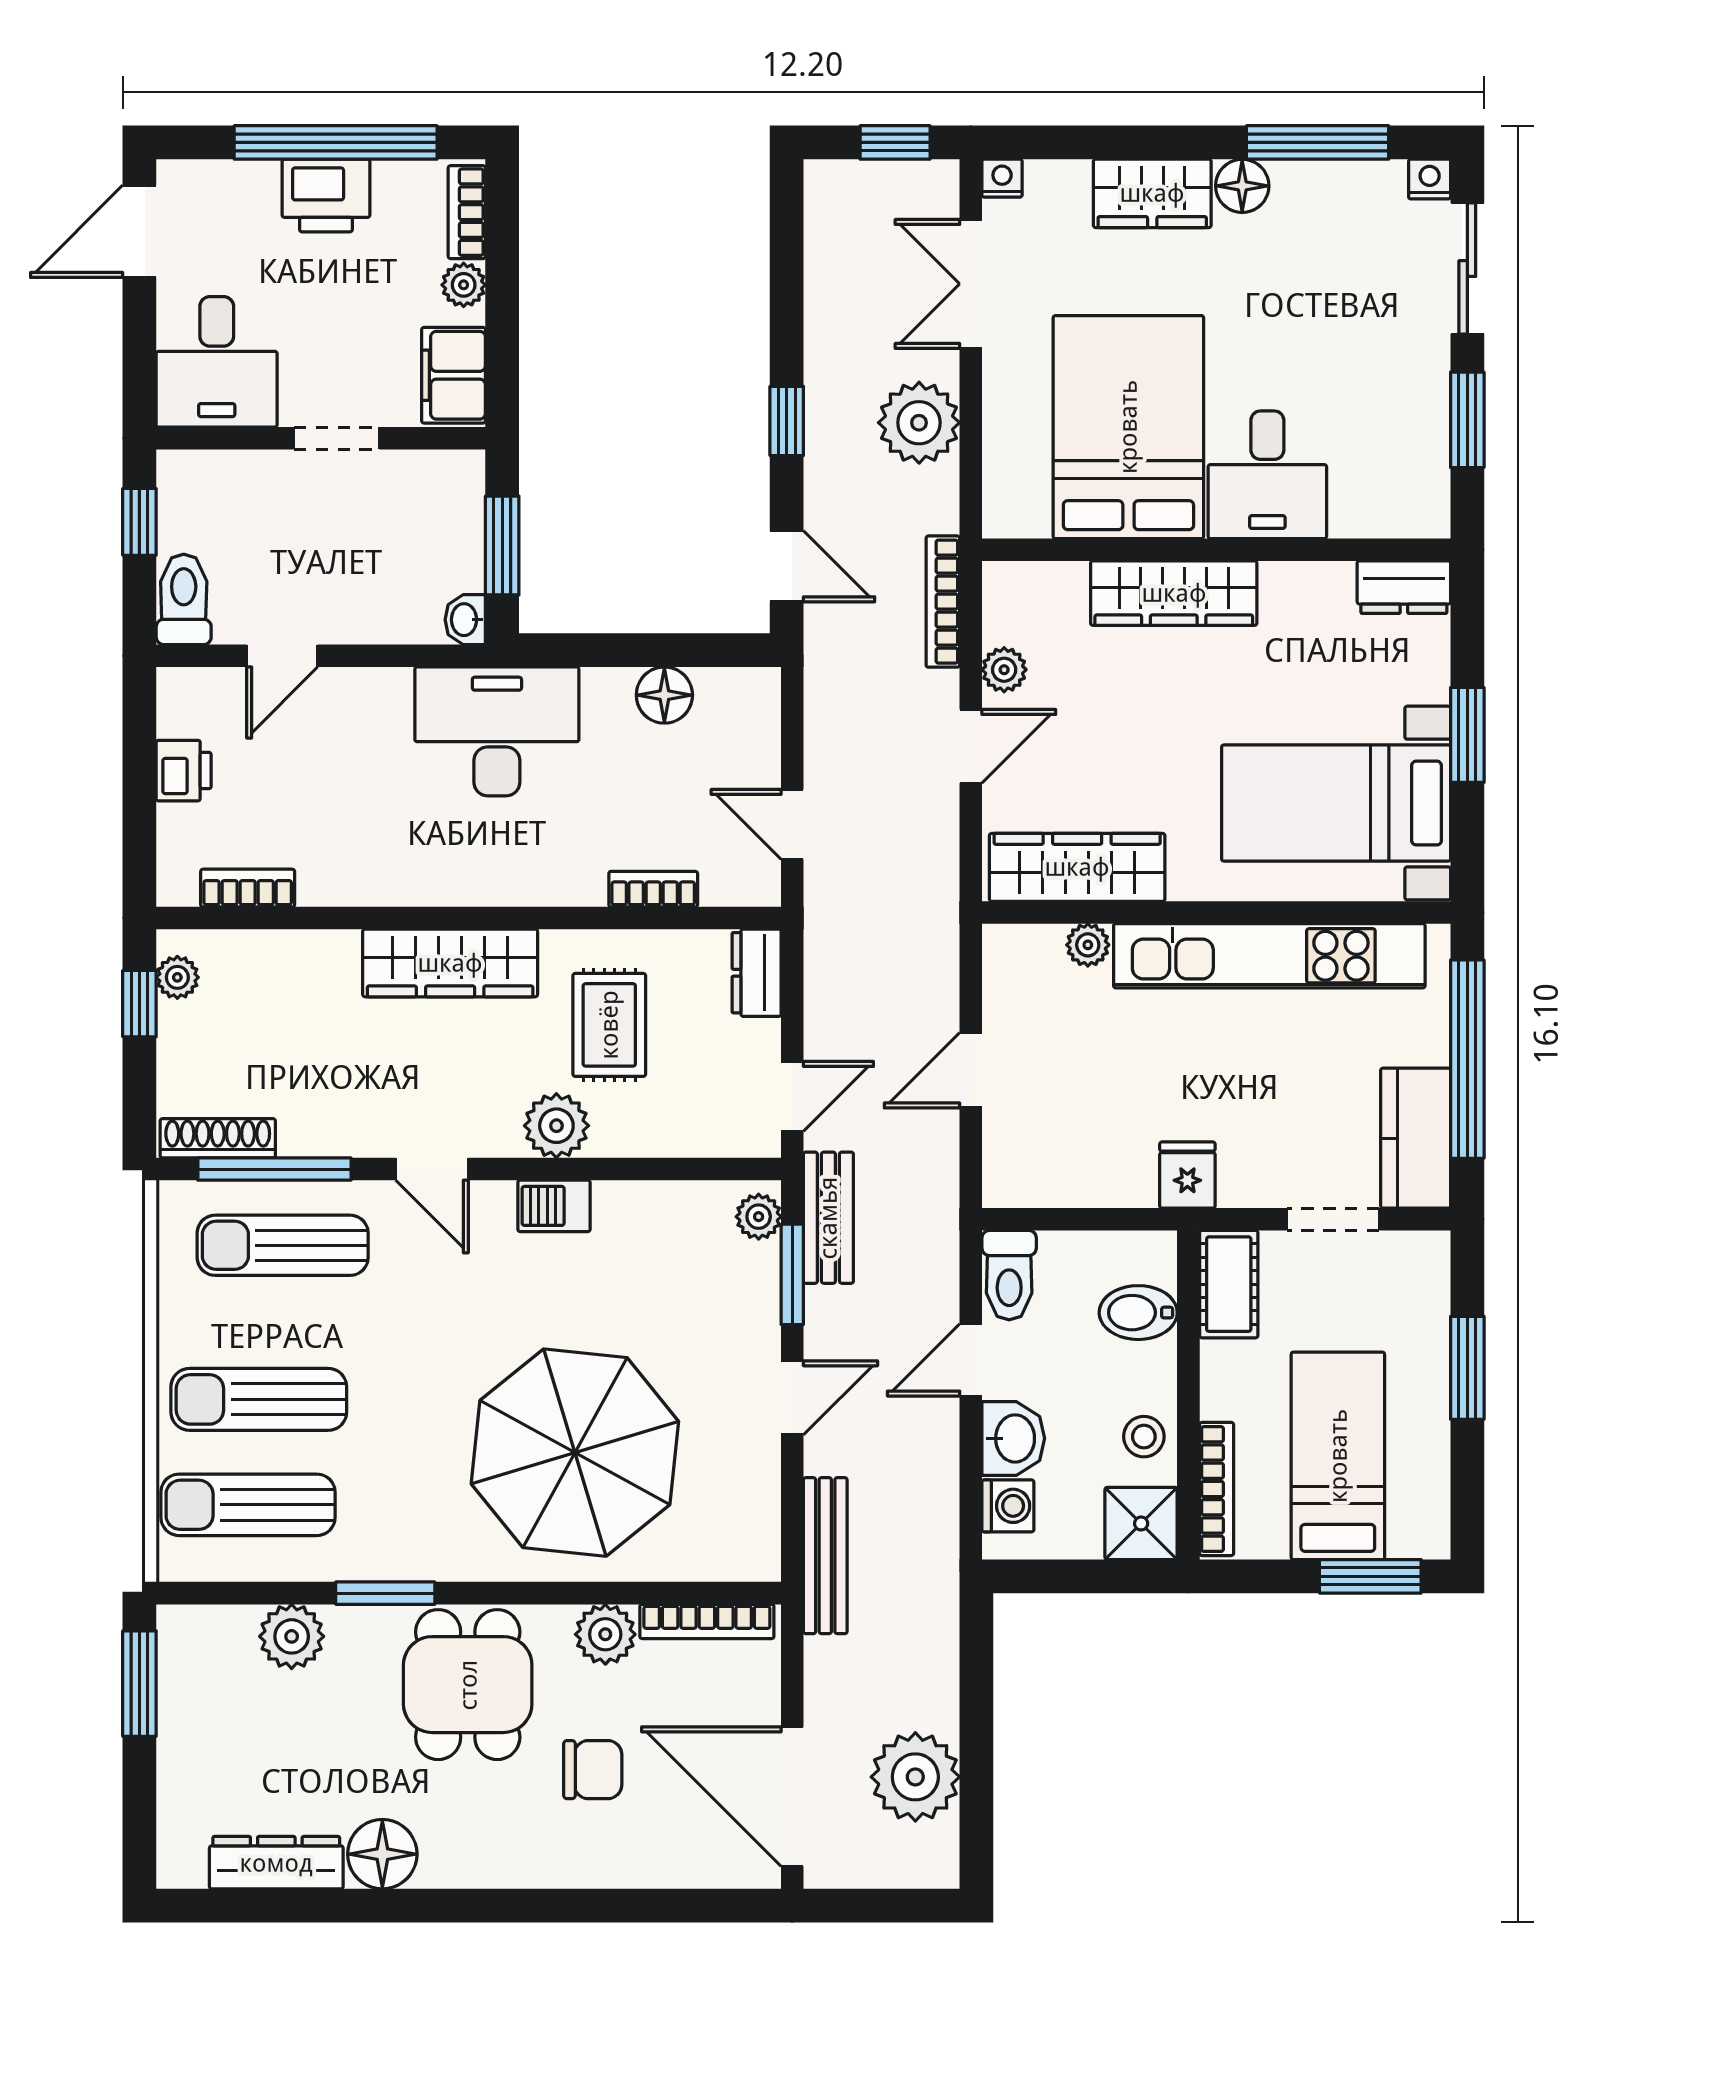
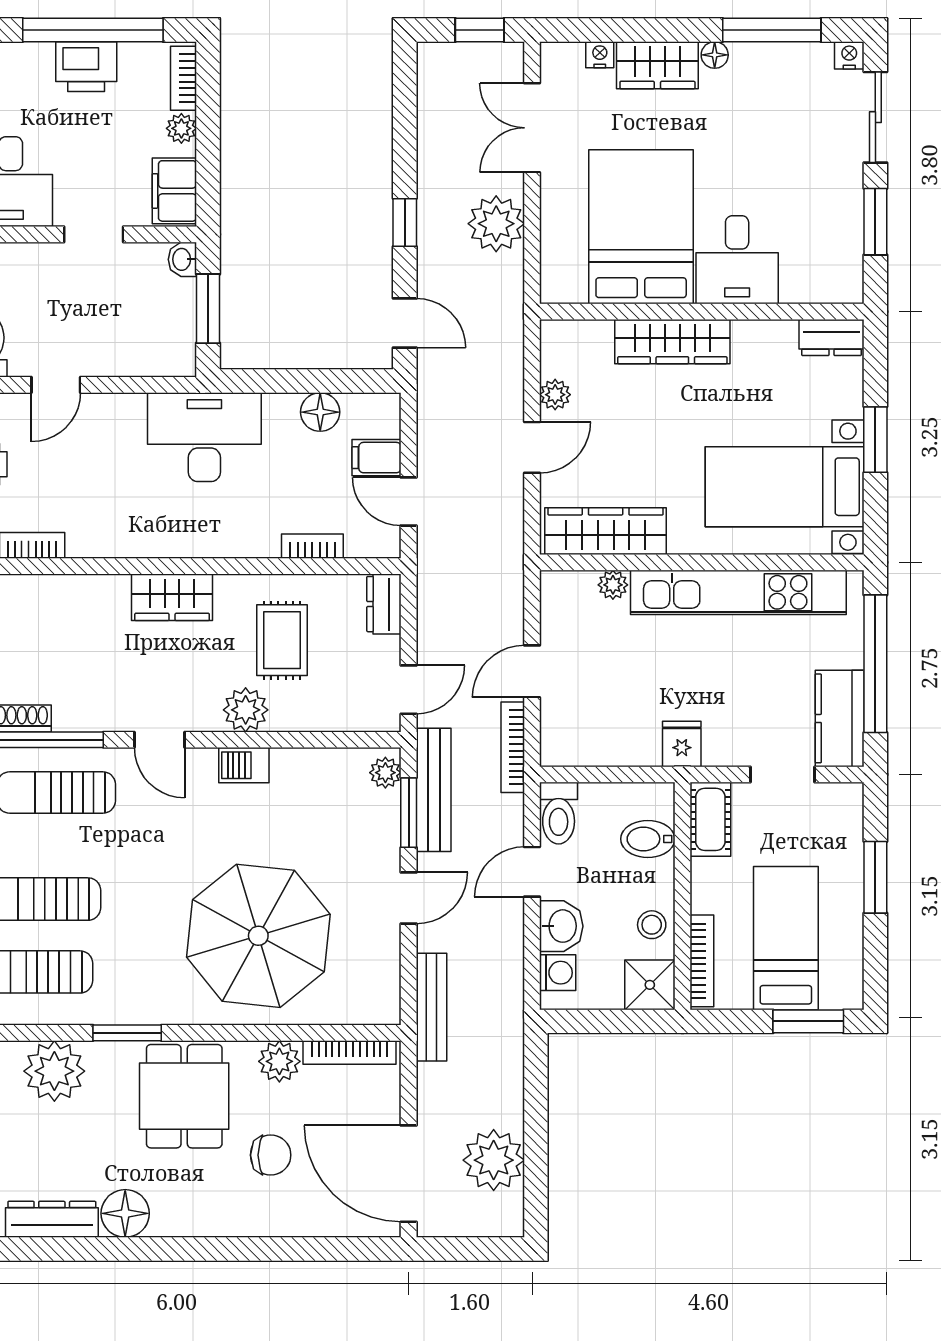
nightstand: (1002, 178) -> (600, 55), moved
floor lamp: (1242, 186) -> (715, 55), width x0.73, depth x0.73
bookcase: (943, 602) -> (513, 747), moved
washbasin: (465, 620) -> (182, 259), moved
filing cabinet: (746, 761) -> (377, 458), added
wardrobe: (450, 963) -> (172, 597), width x0.67
bench: (828, 1218) -> (434, 790), width x1.36
plant: (292, 1636) -> (54, 1071), width x1.36, depth x1.36

